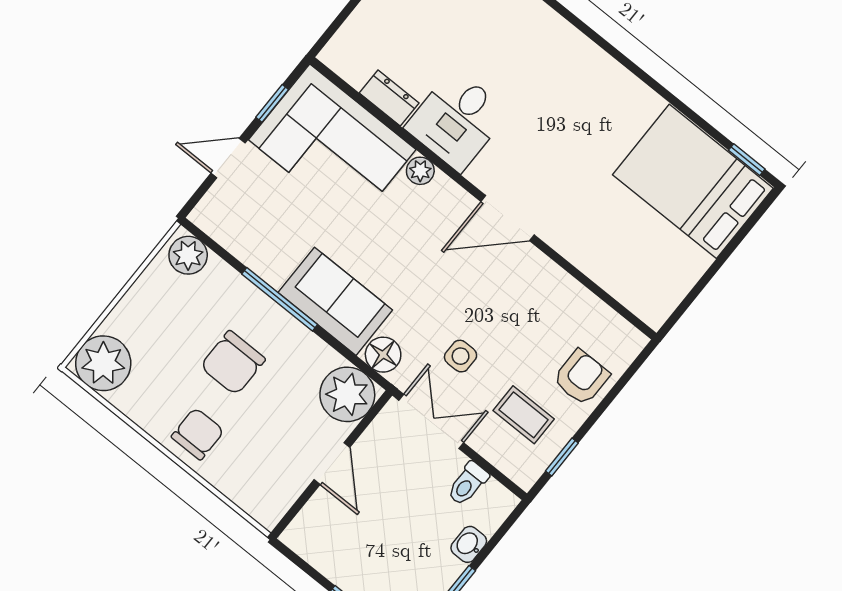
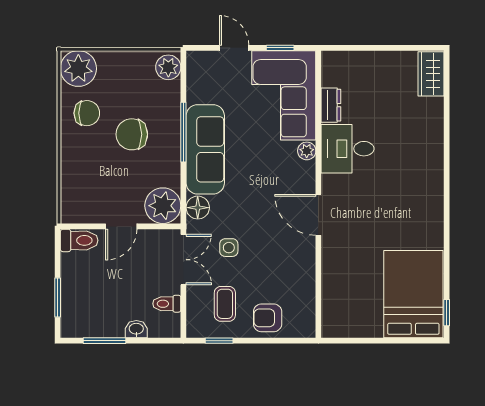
sofa: (335, 301) -> (205, 149), width x1.36
armchair: (581, 377) -> (268, 318), turned 180
chair: (198, 434) -> (87, 113), moved
toilet: (308, 527) -> (79, 240), added

